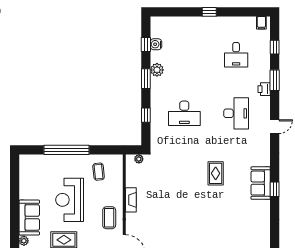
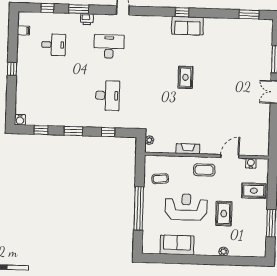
filing cabinet: (261, 23) -> (24, 30), moved
water cooler: (156, 44) -> (20, 120), moved
plant: (157, 70) -> (65, 120), removed
rug: (216, 173) -> (185, 77), moved, turned 90
sofa: (261, 183) -> (187, 26), moved
reception desk: (70, 200) -> (186, 207), turned 180
sofa: (29, 218) -> (177, 245), moved

